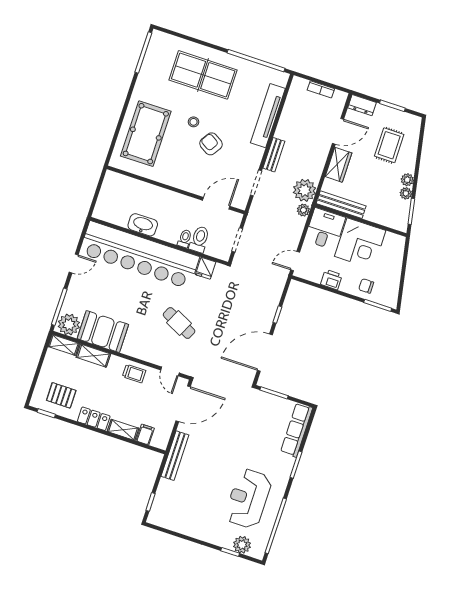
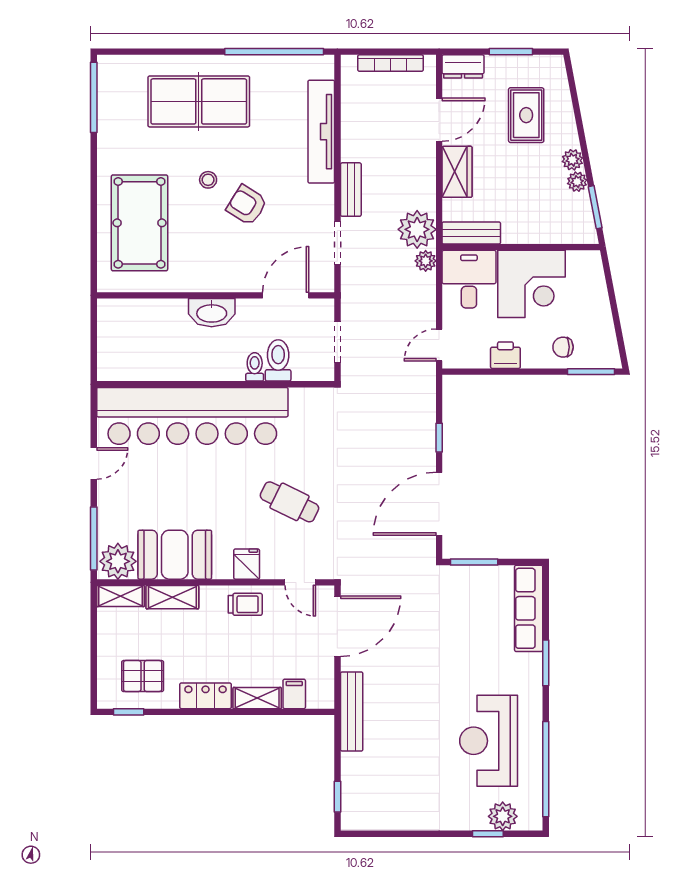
bookcase: (321, 89) -> (390, 63), width x1.56
bench: (341, 205) -> (471, 233), width x0.73
washbasin: (143, 225) -> (212, 313), moved, turned 180
fridge: (206, 268) -> (247, 564), moved, turned 180

